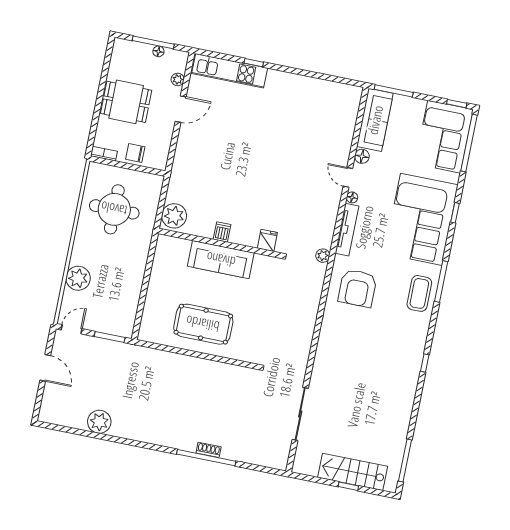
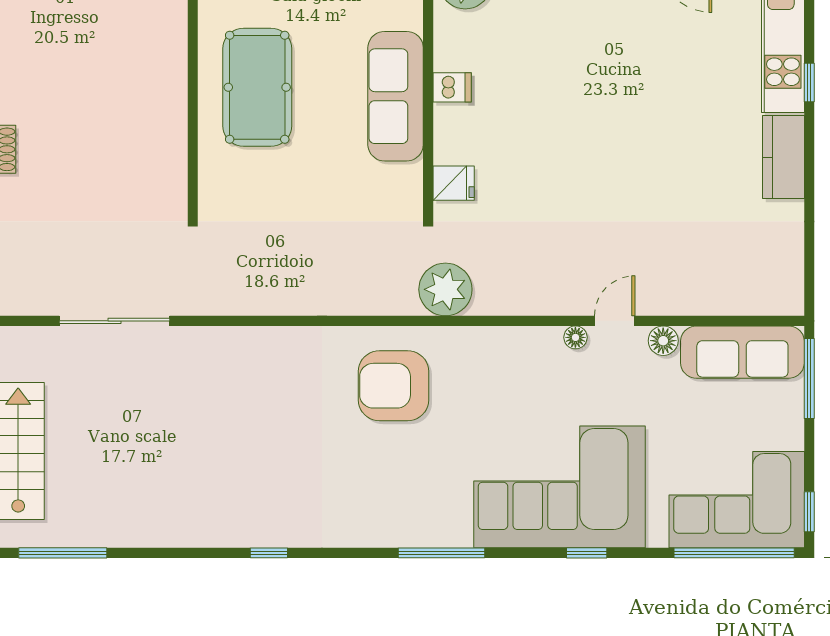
kitchen counter: (287, 82) -> (783, 157), added
tv unit: (347, 230) -> (508, 340), removed
plant: (323, 256) -> (445, 289), width x1.87, depth x1.87
coffee table: (419, 293) -> (408, 514), removed

